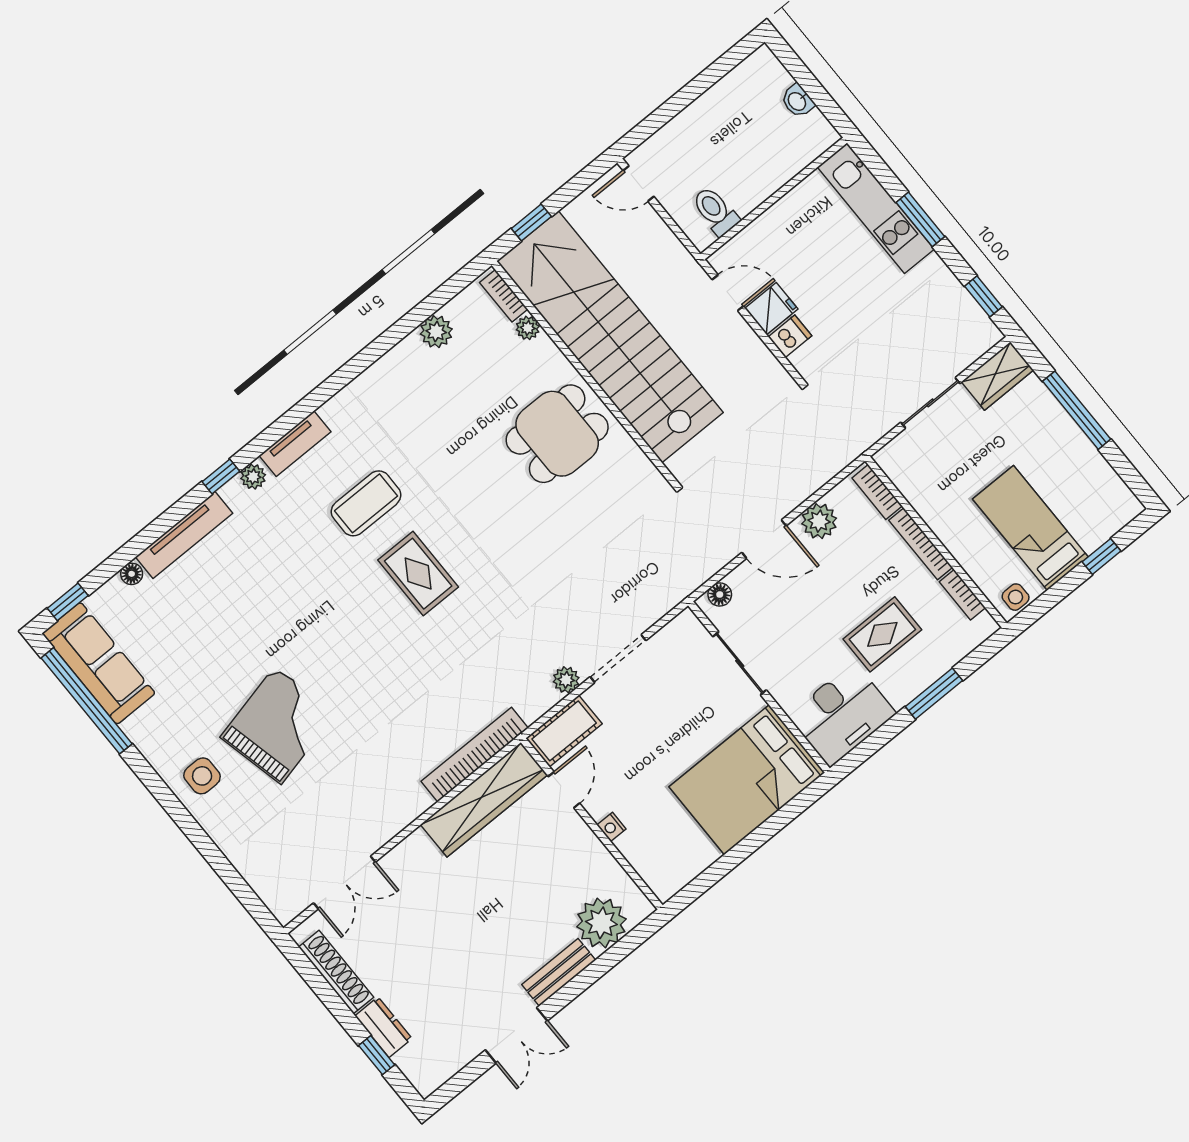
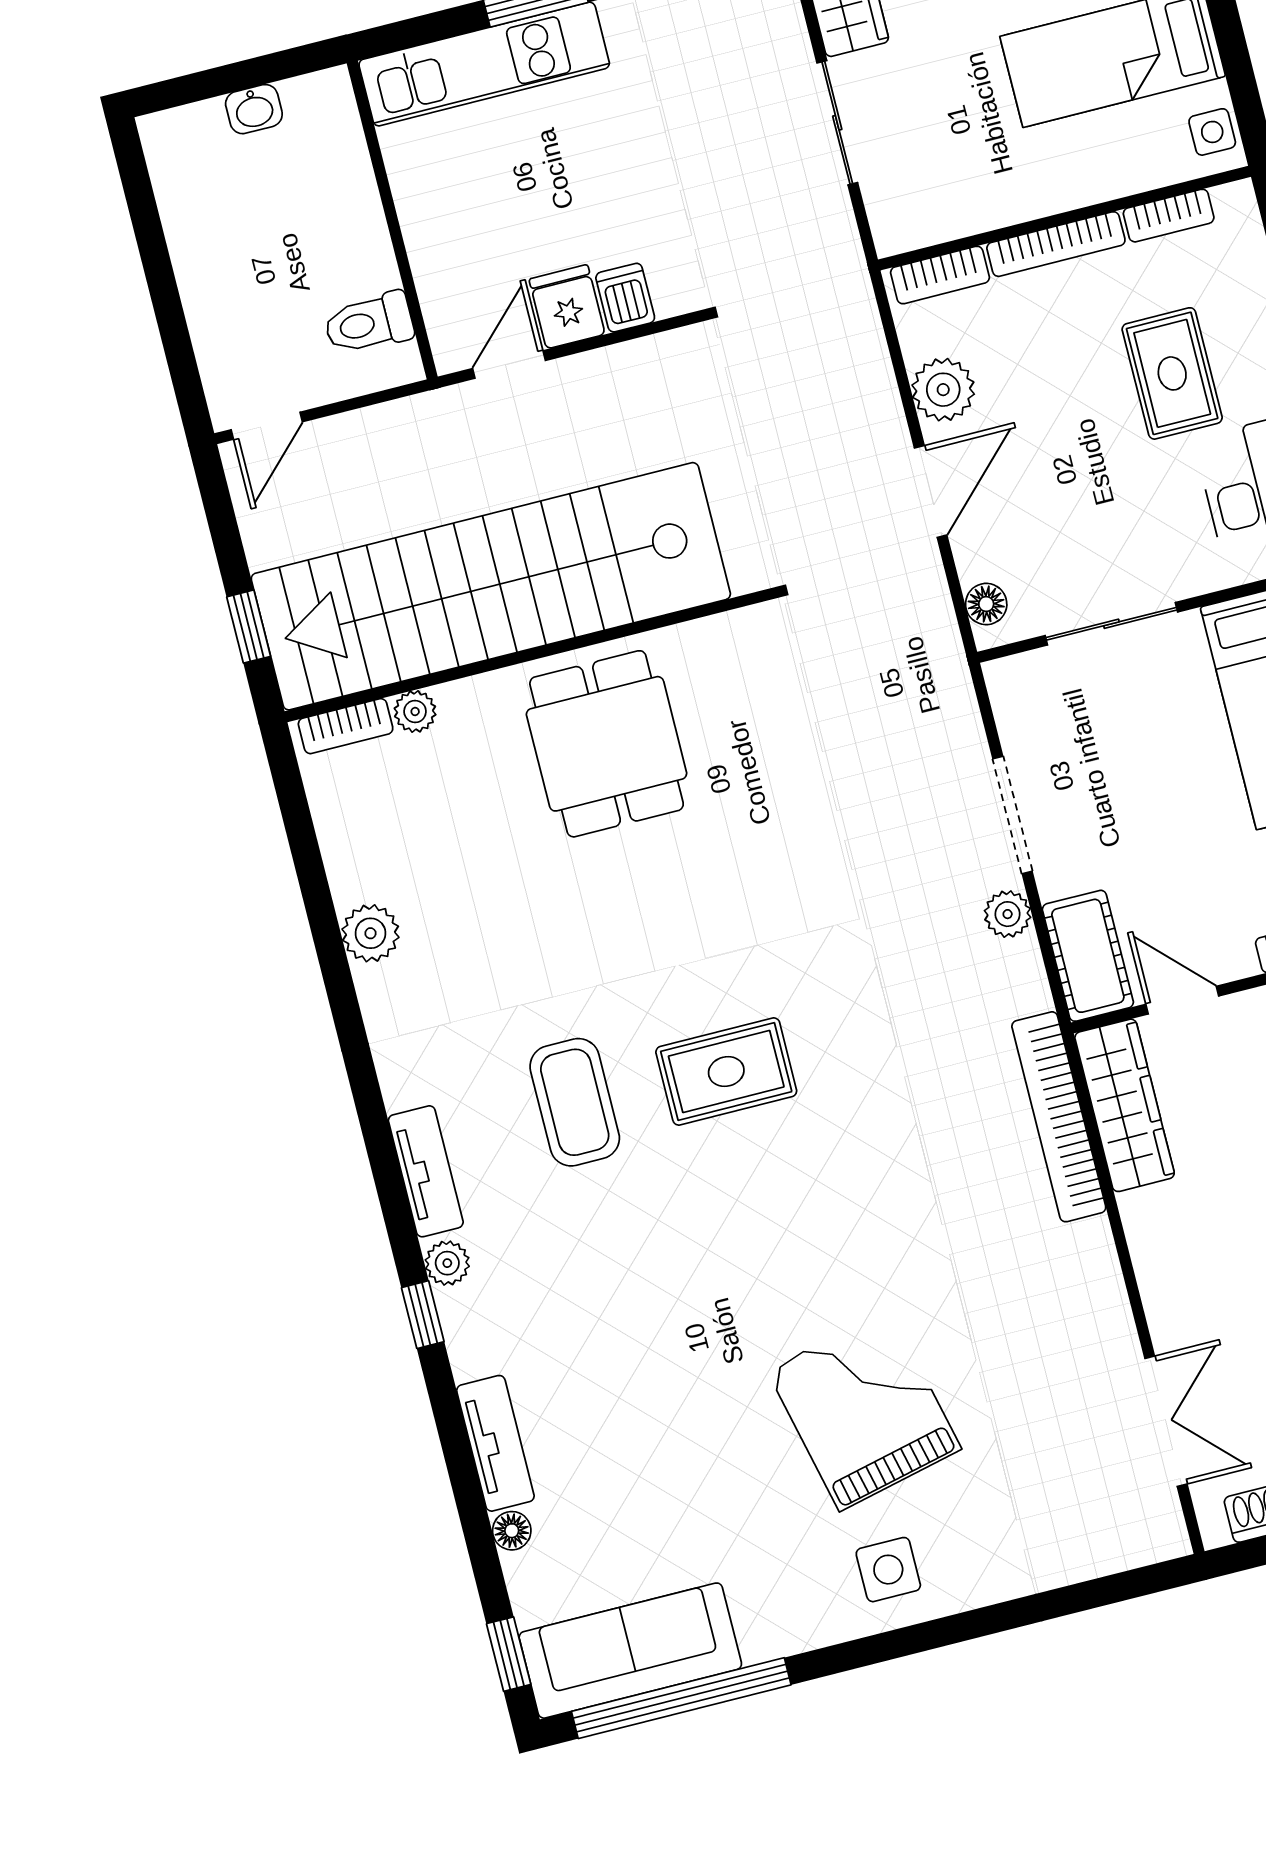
plant: (436, 332) -> (371, 933), moved
tv unit: (184, 535) -> (495, 1443), width x0.71
wardrobe: (484, 800) -> (1125, 1105), width x0.71, depth x0.85

